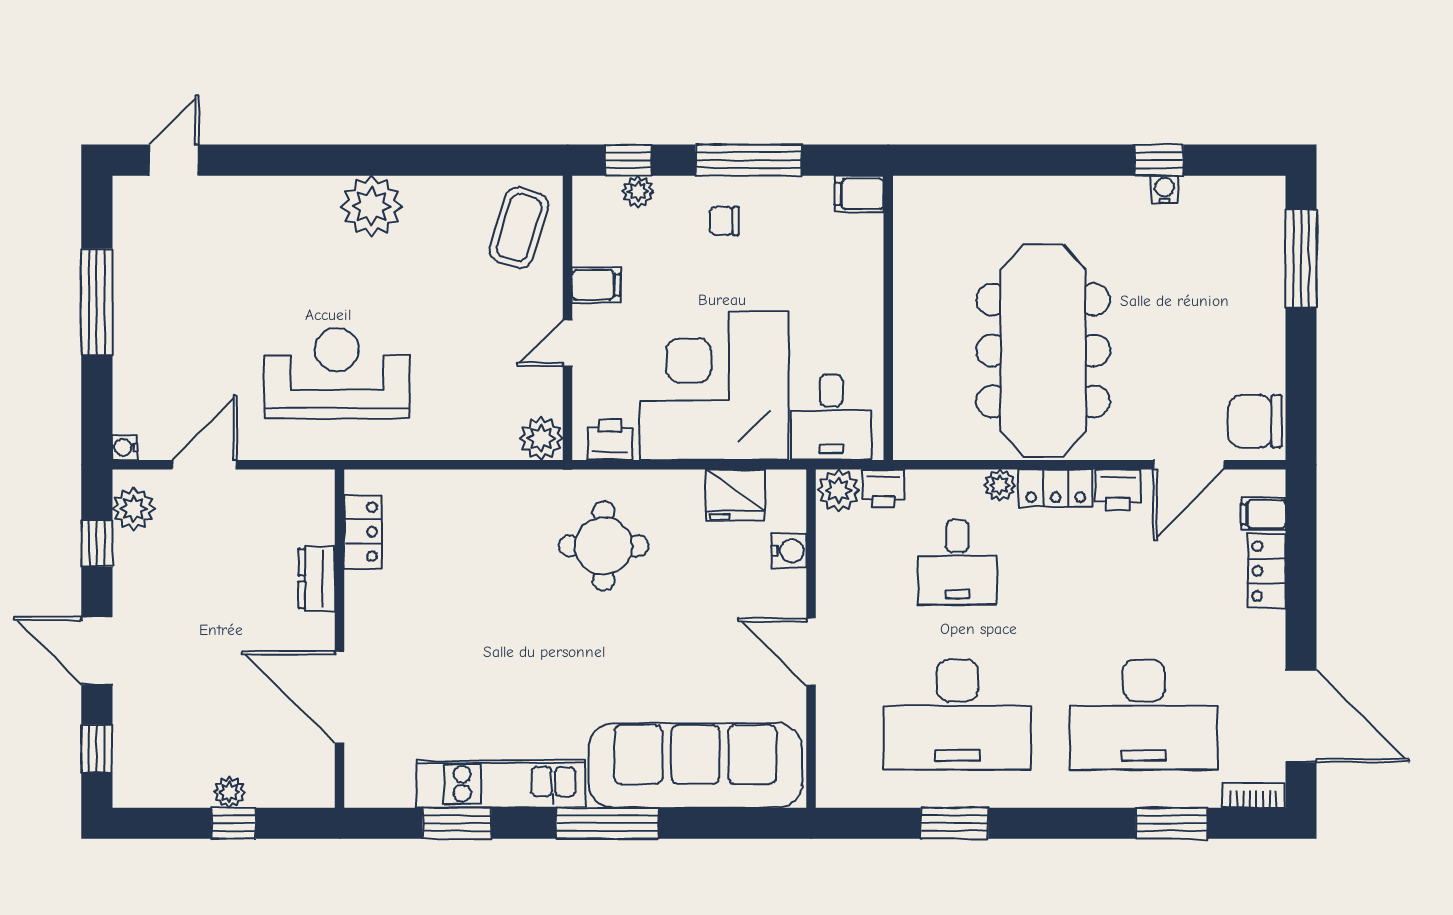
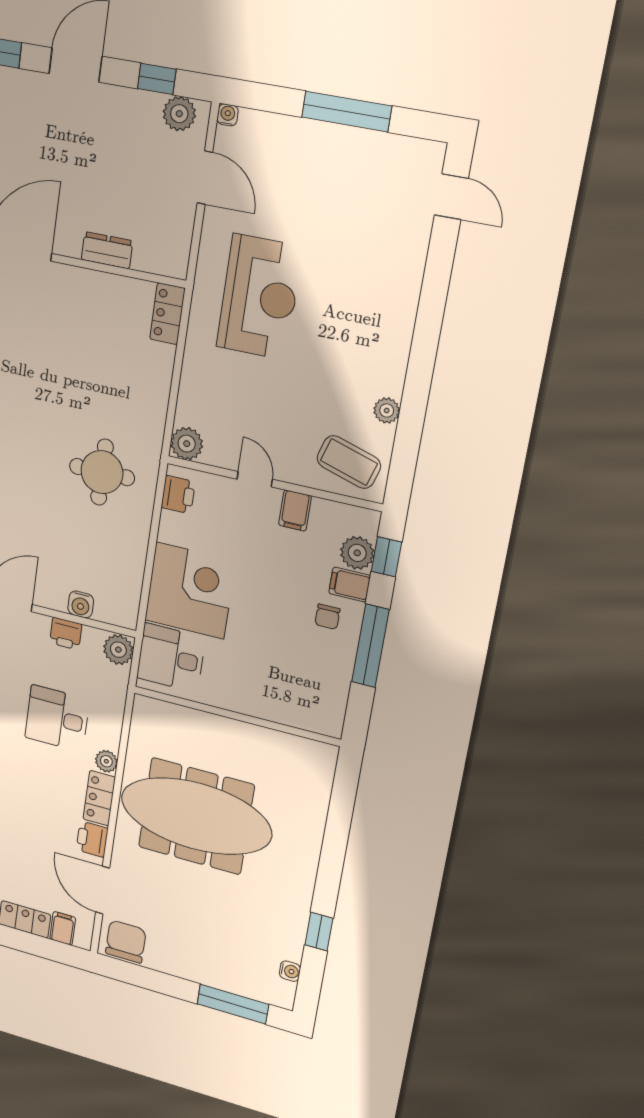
water cooler: (1165, 189) -> (290, 971), moved
plant: (638, 191) -> (357, 553), width x1.38, depth x1.38
filing cabinet: (859, 194) -> (350, 585), moved, turned -90
plant: (372, 206) -> (387, 411), moved, width x0.53, depth x0.53
chair: (724, 221) -> (327, 617), turned 180
corner desk: (714, 386) -> (190, 591), width x0.74, depth x0.74
printer: (883, 488) -> (66, 634), moved, turned -90
fridge: (735, 495) -> (125, 576), removed
locker: (363, 532) -> (167, 314), moved, turned 90

